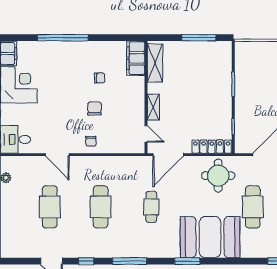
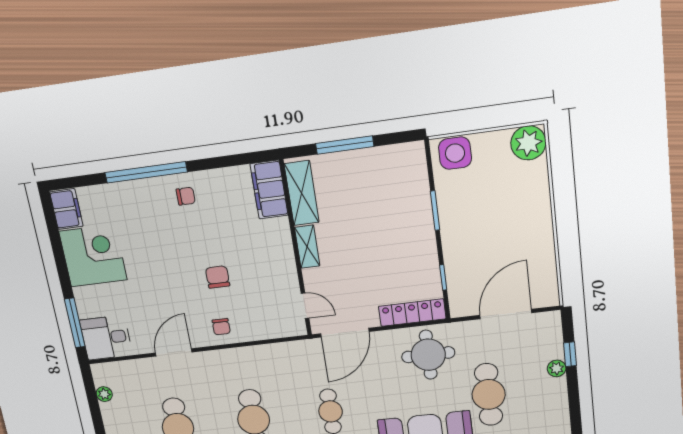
window: (199, 38) -> (345, 145), moved
side table: (249, 51) -> (455, 153), added
chair: (100, 78) -> (186, 196), moved
shelving: (153, 107) -> (307, 247), moved
door: (57, 155) -> (174, 352), swing flipped

